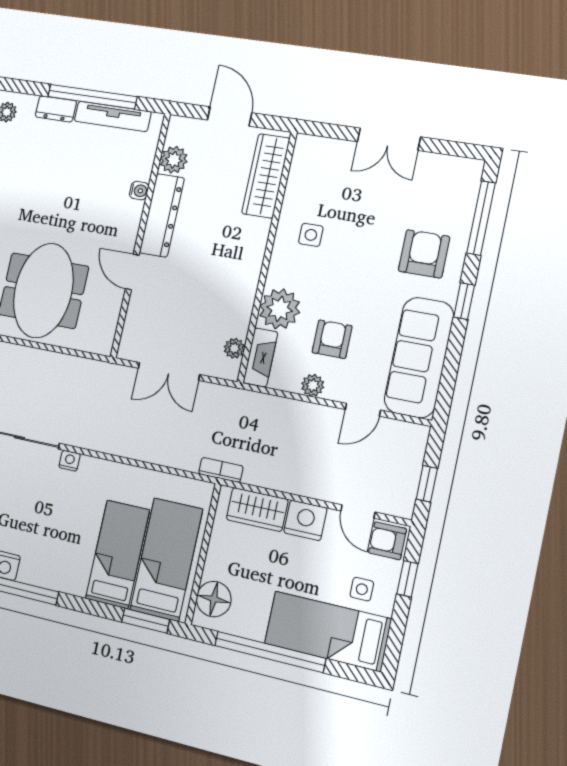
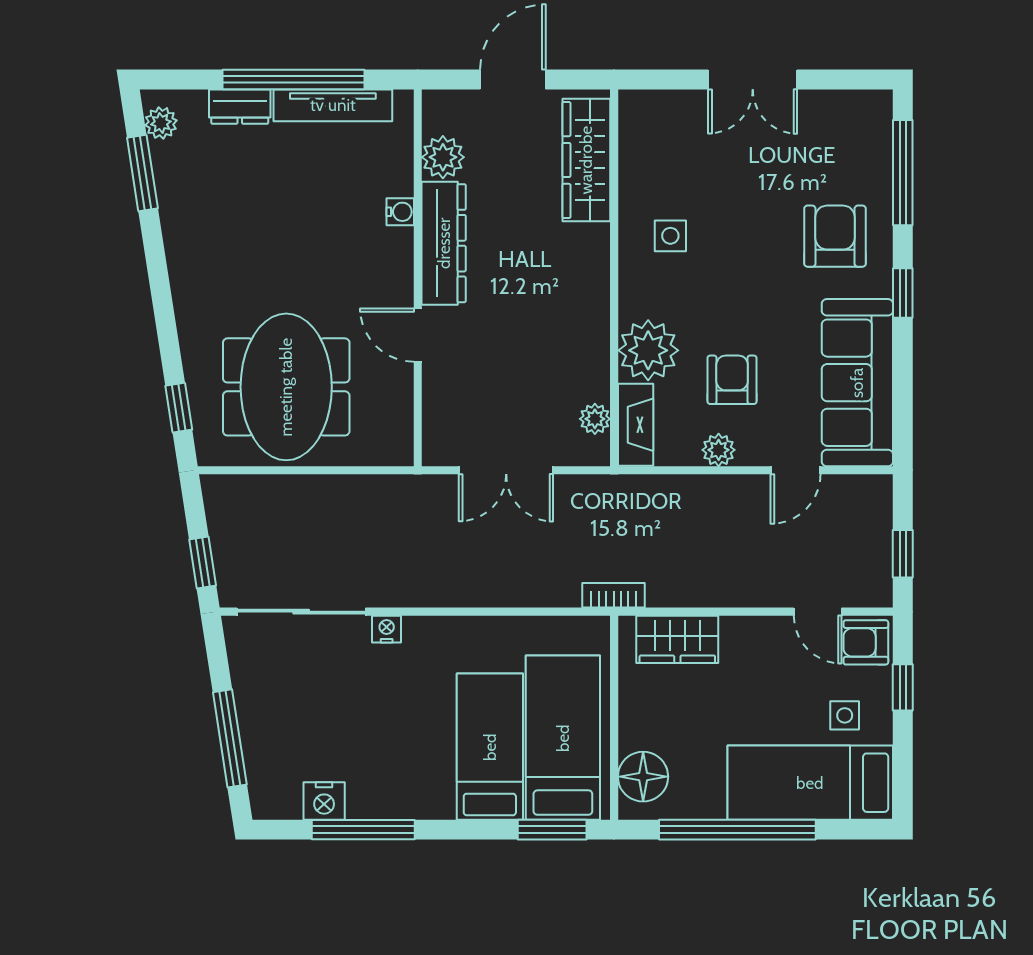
door: (230, 116) -> (513, 79), hinge flipped
nightstand: (305, 520) -> (748, 640), removed

